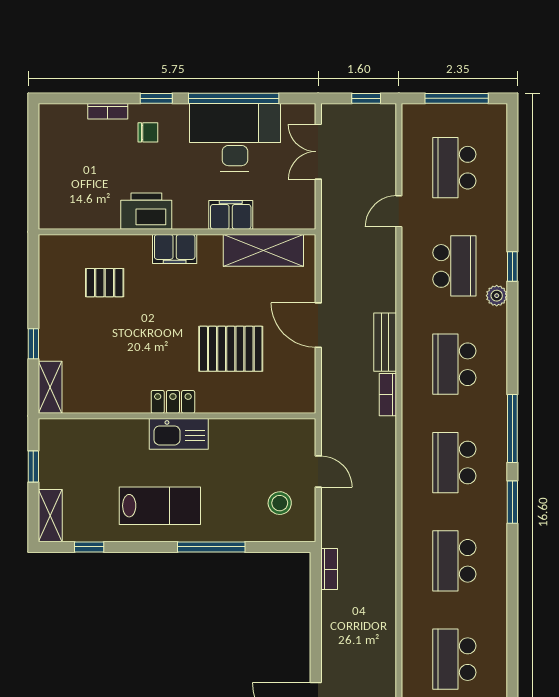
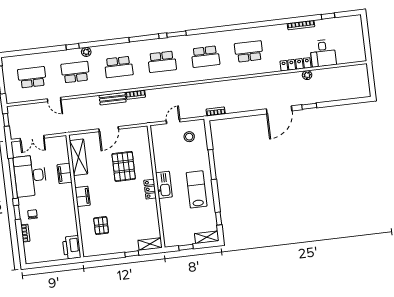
school desk: (454, 168) -> (32, 77), turned 180
printer: (146, 211) -> (72, 247), moved
school desk: (454, 659) -> (249, 51), turned 180

